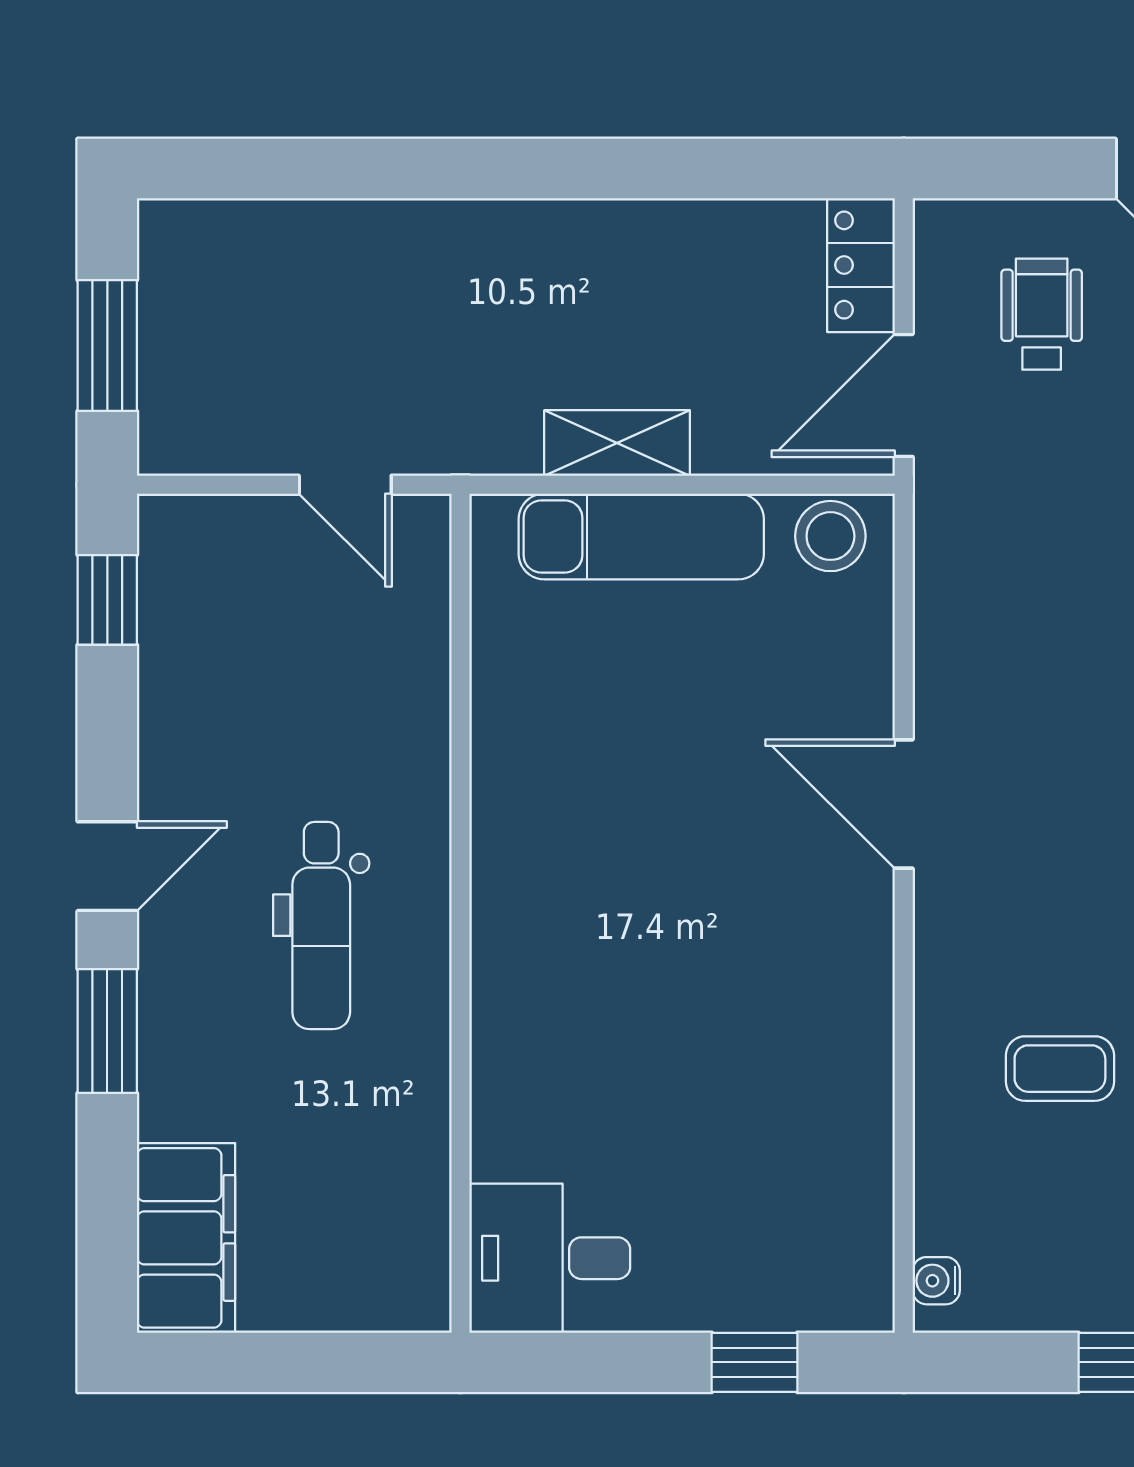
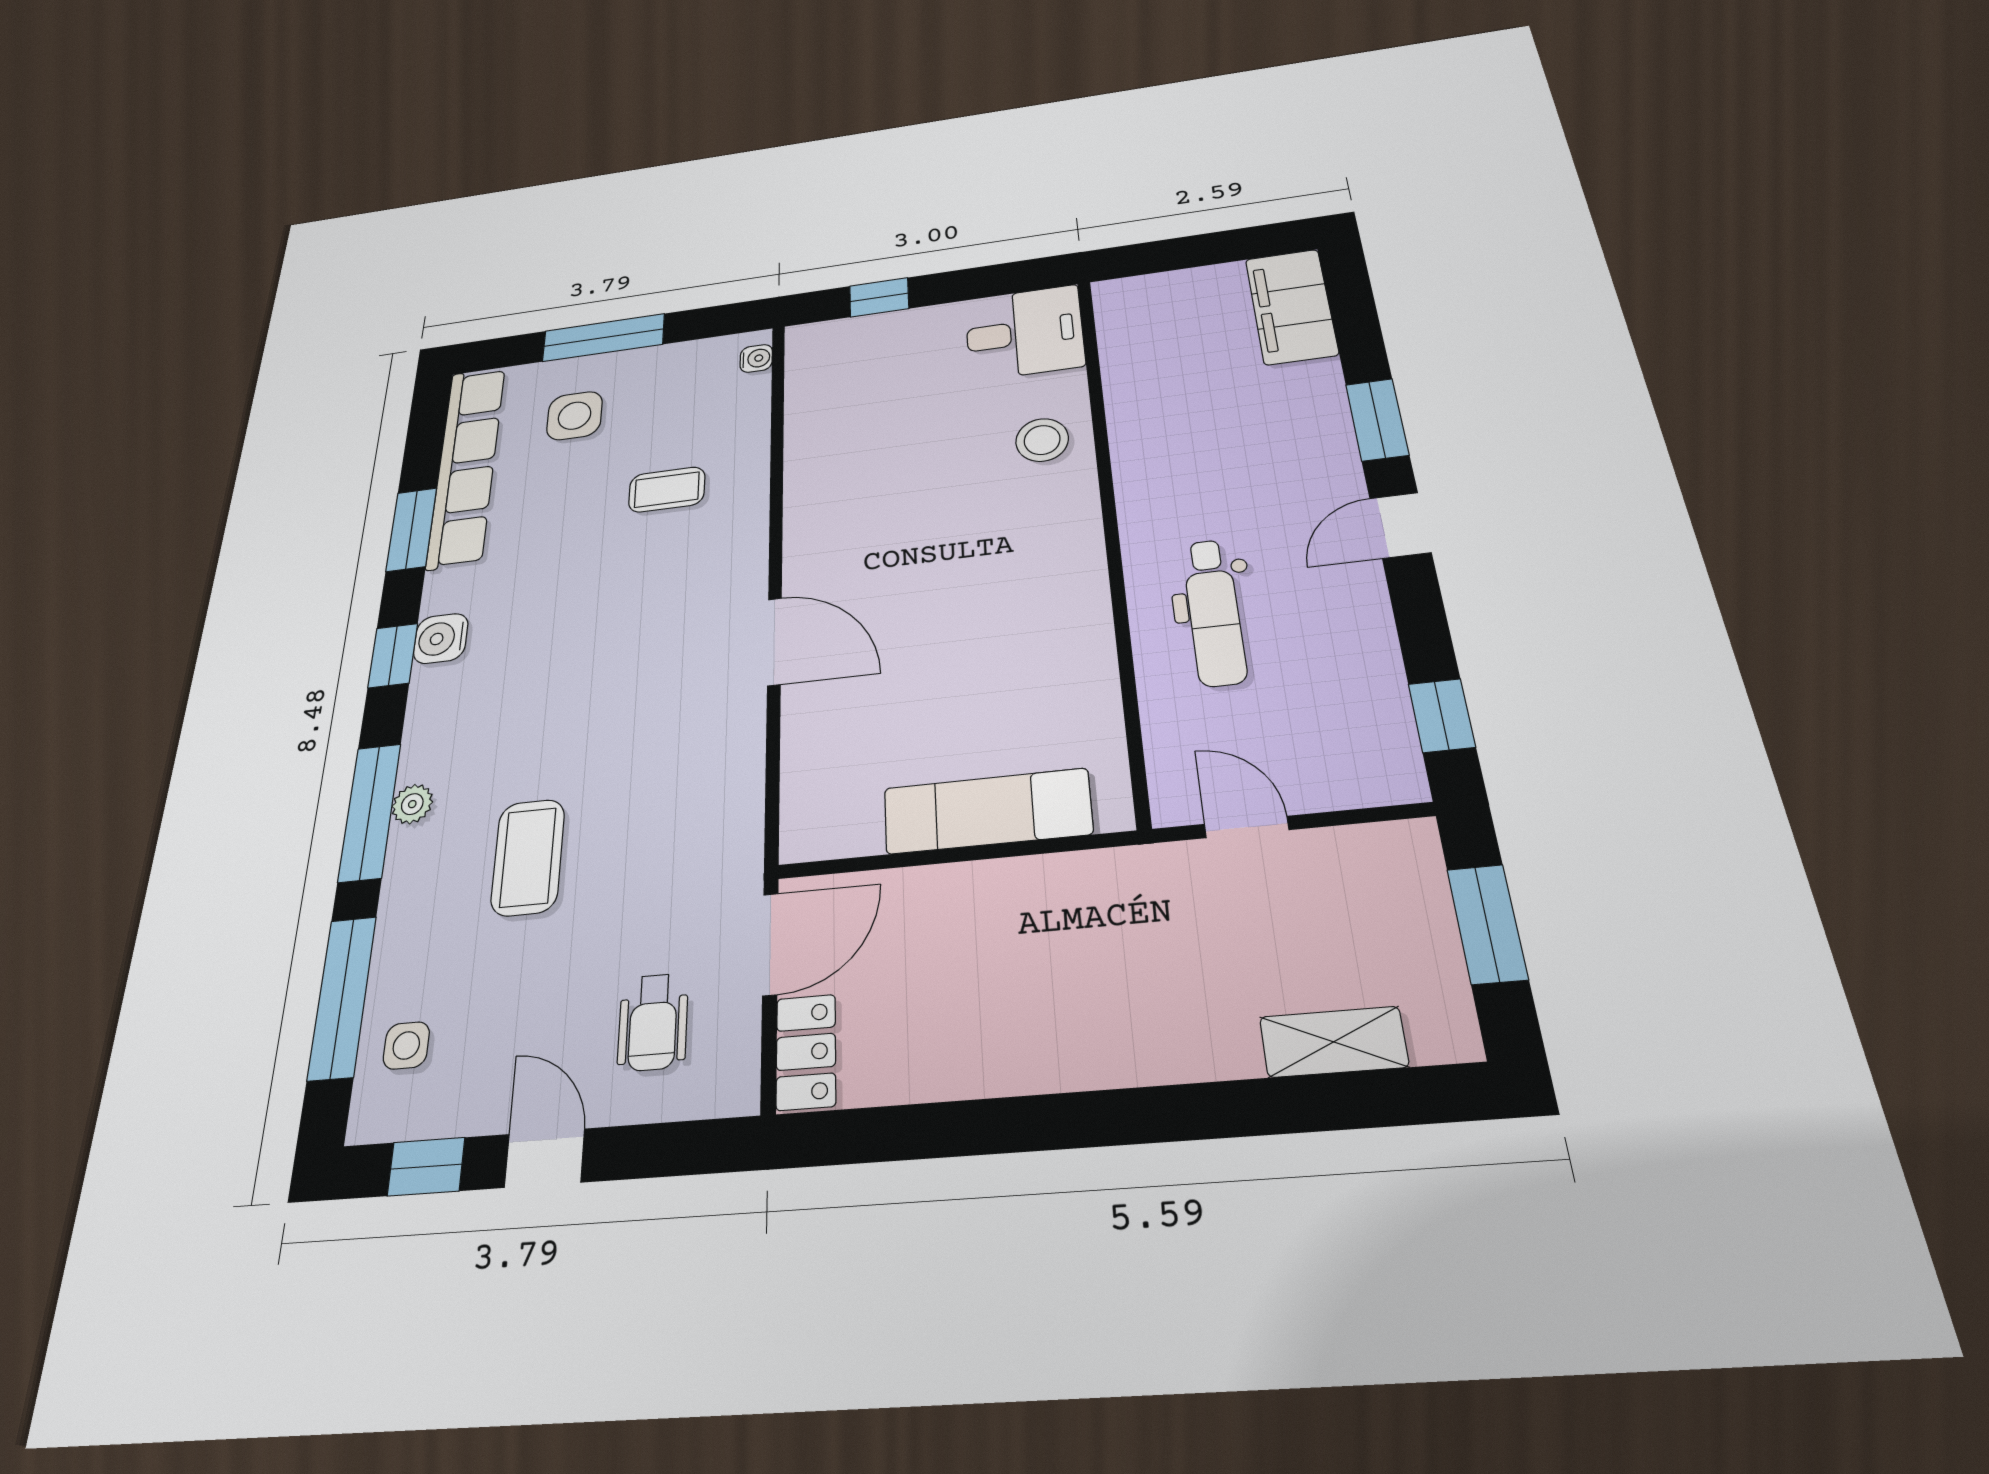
shelving: (617, 443) -> (1334, 1042), moved
stool: (830, 536) -> (1042, 440), moved
dental chair: (321, 926) -> (1214, 612), moved, turned 180

